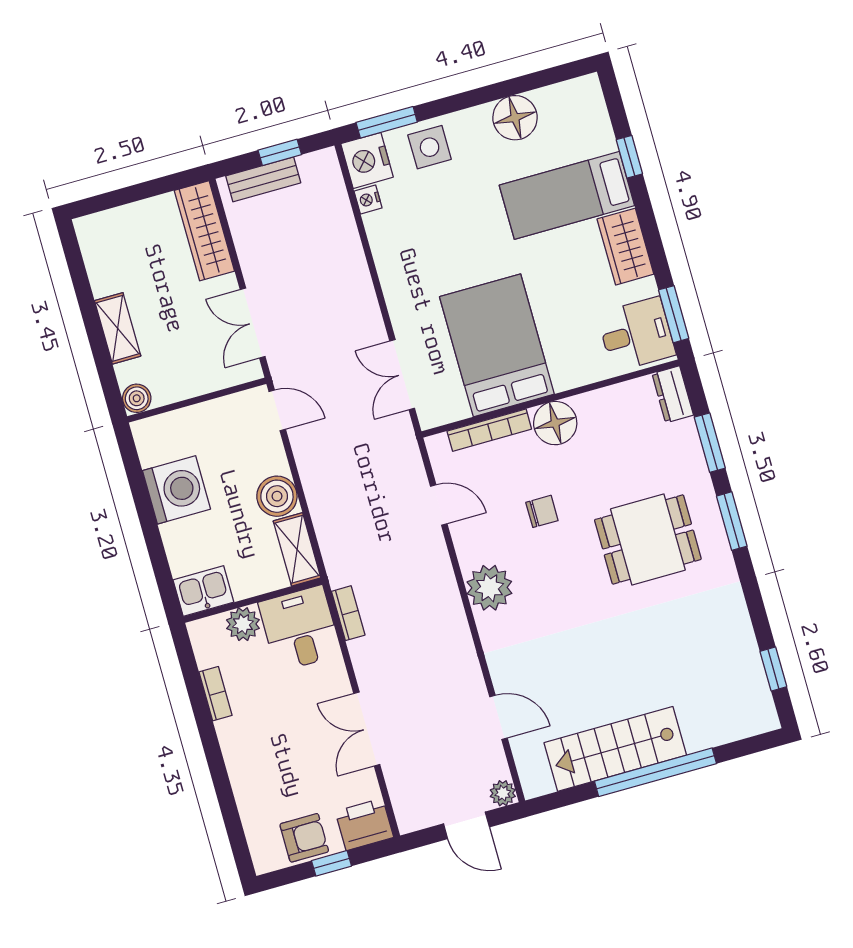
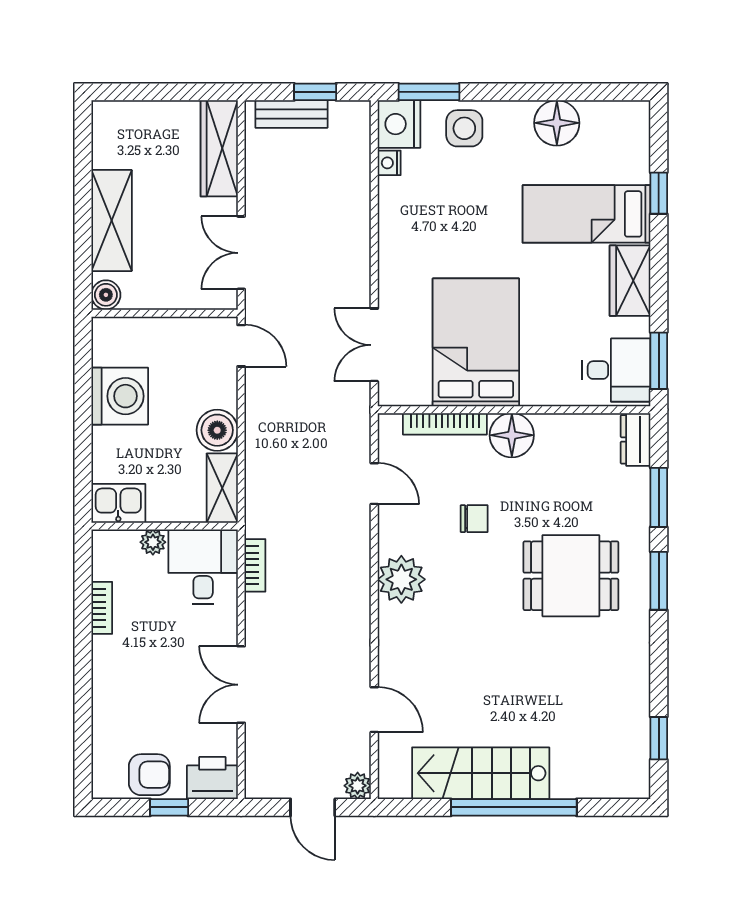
shelving: (118, 328) -> (112, 221), width x1.50, depth x1.33
plant: (243, 624) -> (153, 542), width x0.73, depth x0.73

